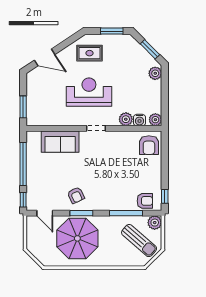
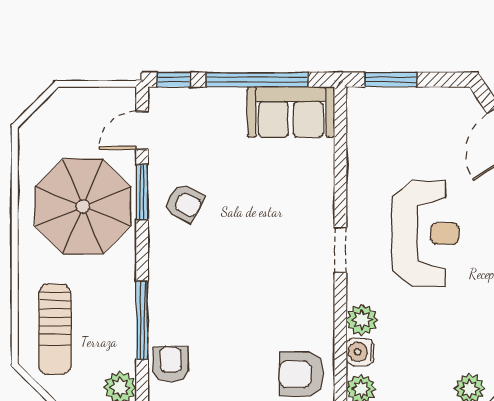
sofa: (60, 142) -> (291, 112), moved, turned -90
armchair: (76, 195) -> (184, 203), turned -128
armchair: (145, 201) -> (171, 364), turned 180
window: (81, 213) -> (142, 192), moved
sun lounger: (139, 241) -> (55, 329), moved, turned -41

